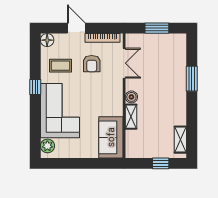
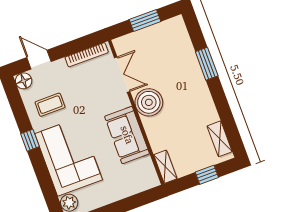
door: (76, 28) -> (39, 60), moved
armchair: (92, 64) -> (85, 89), removed
boiler: (131, 97) -> (149, 102), width x1.86, depth x1.86
shelving: (131, 117) -> (165, 167), moved
sofa: (111, 137) -> (127, 135), moved

